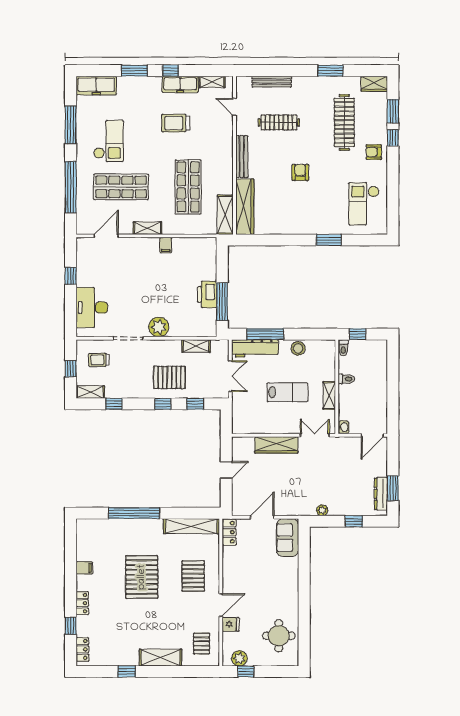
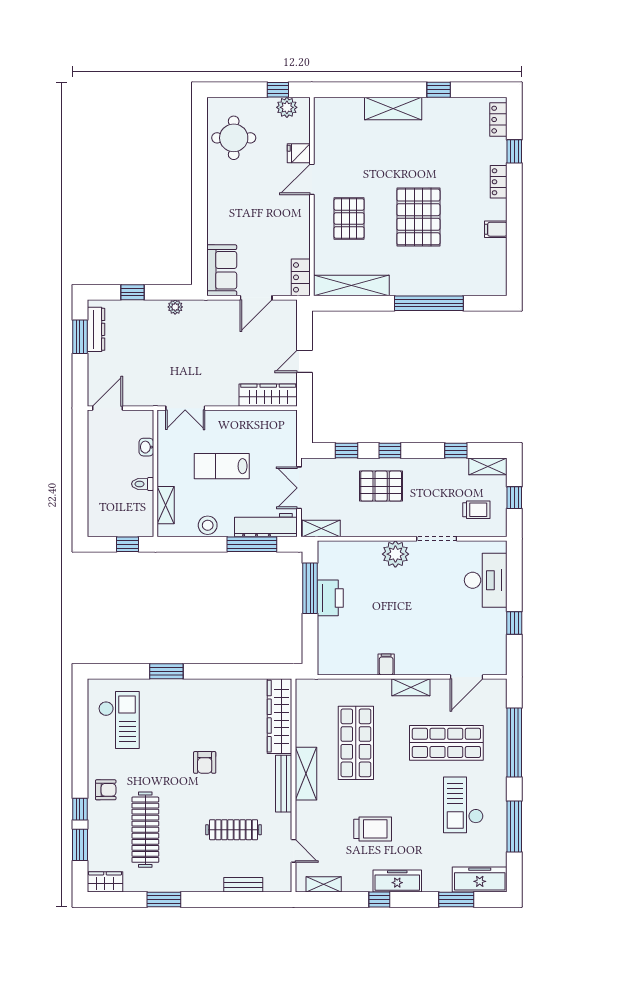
window: (134, 71) -> (456, 900), moved
bench: (272, 82) -> (243, 885), width x0.73
freezer: (180, 84) -> (397, 881), moved
shelving: (225, 215) -> (306, 774), moved
shelving: (196, 346) -> (321, 529), moved
toilet: (343, 348) -> (147, 526), removed
shelving: (329, 395) -> (166, 505), moved
washbasin: (344, 427) -> (146, 447), moved
wardrobe: (276, 445) -> (268, 395), moved
pallet: (201, 644) -> (338, 127), removed

